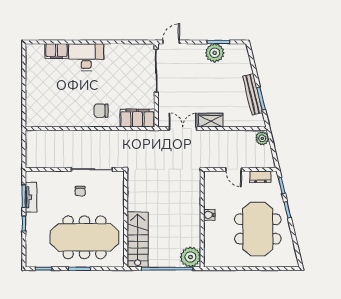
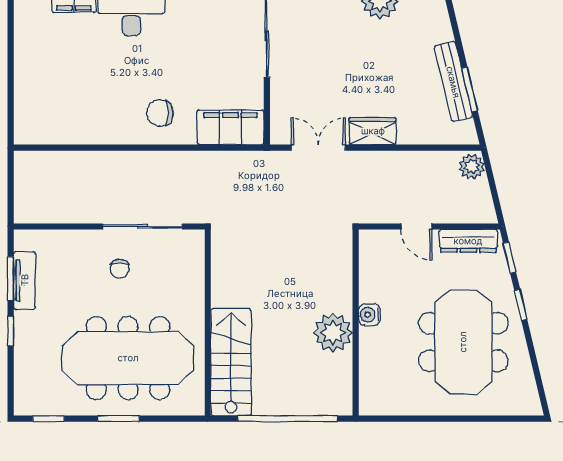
dresser: (260, 177) -> (468, 241), width x1.44
plant: (190, 257) -> (333, 333), moved

